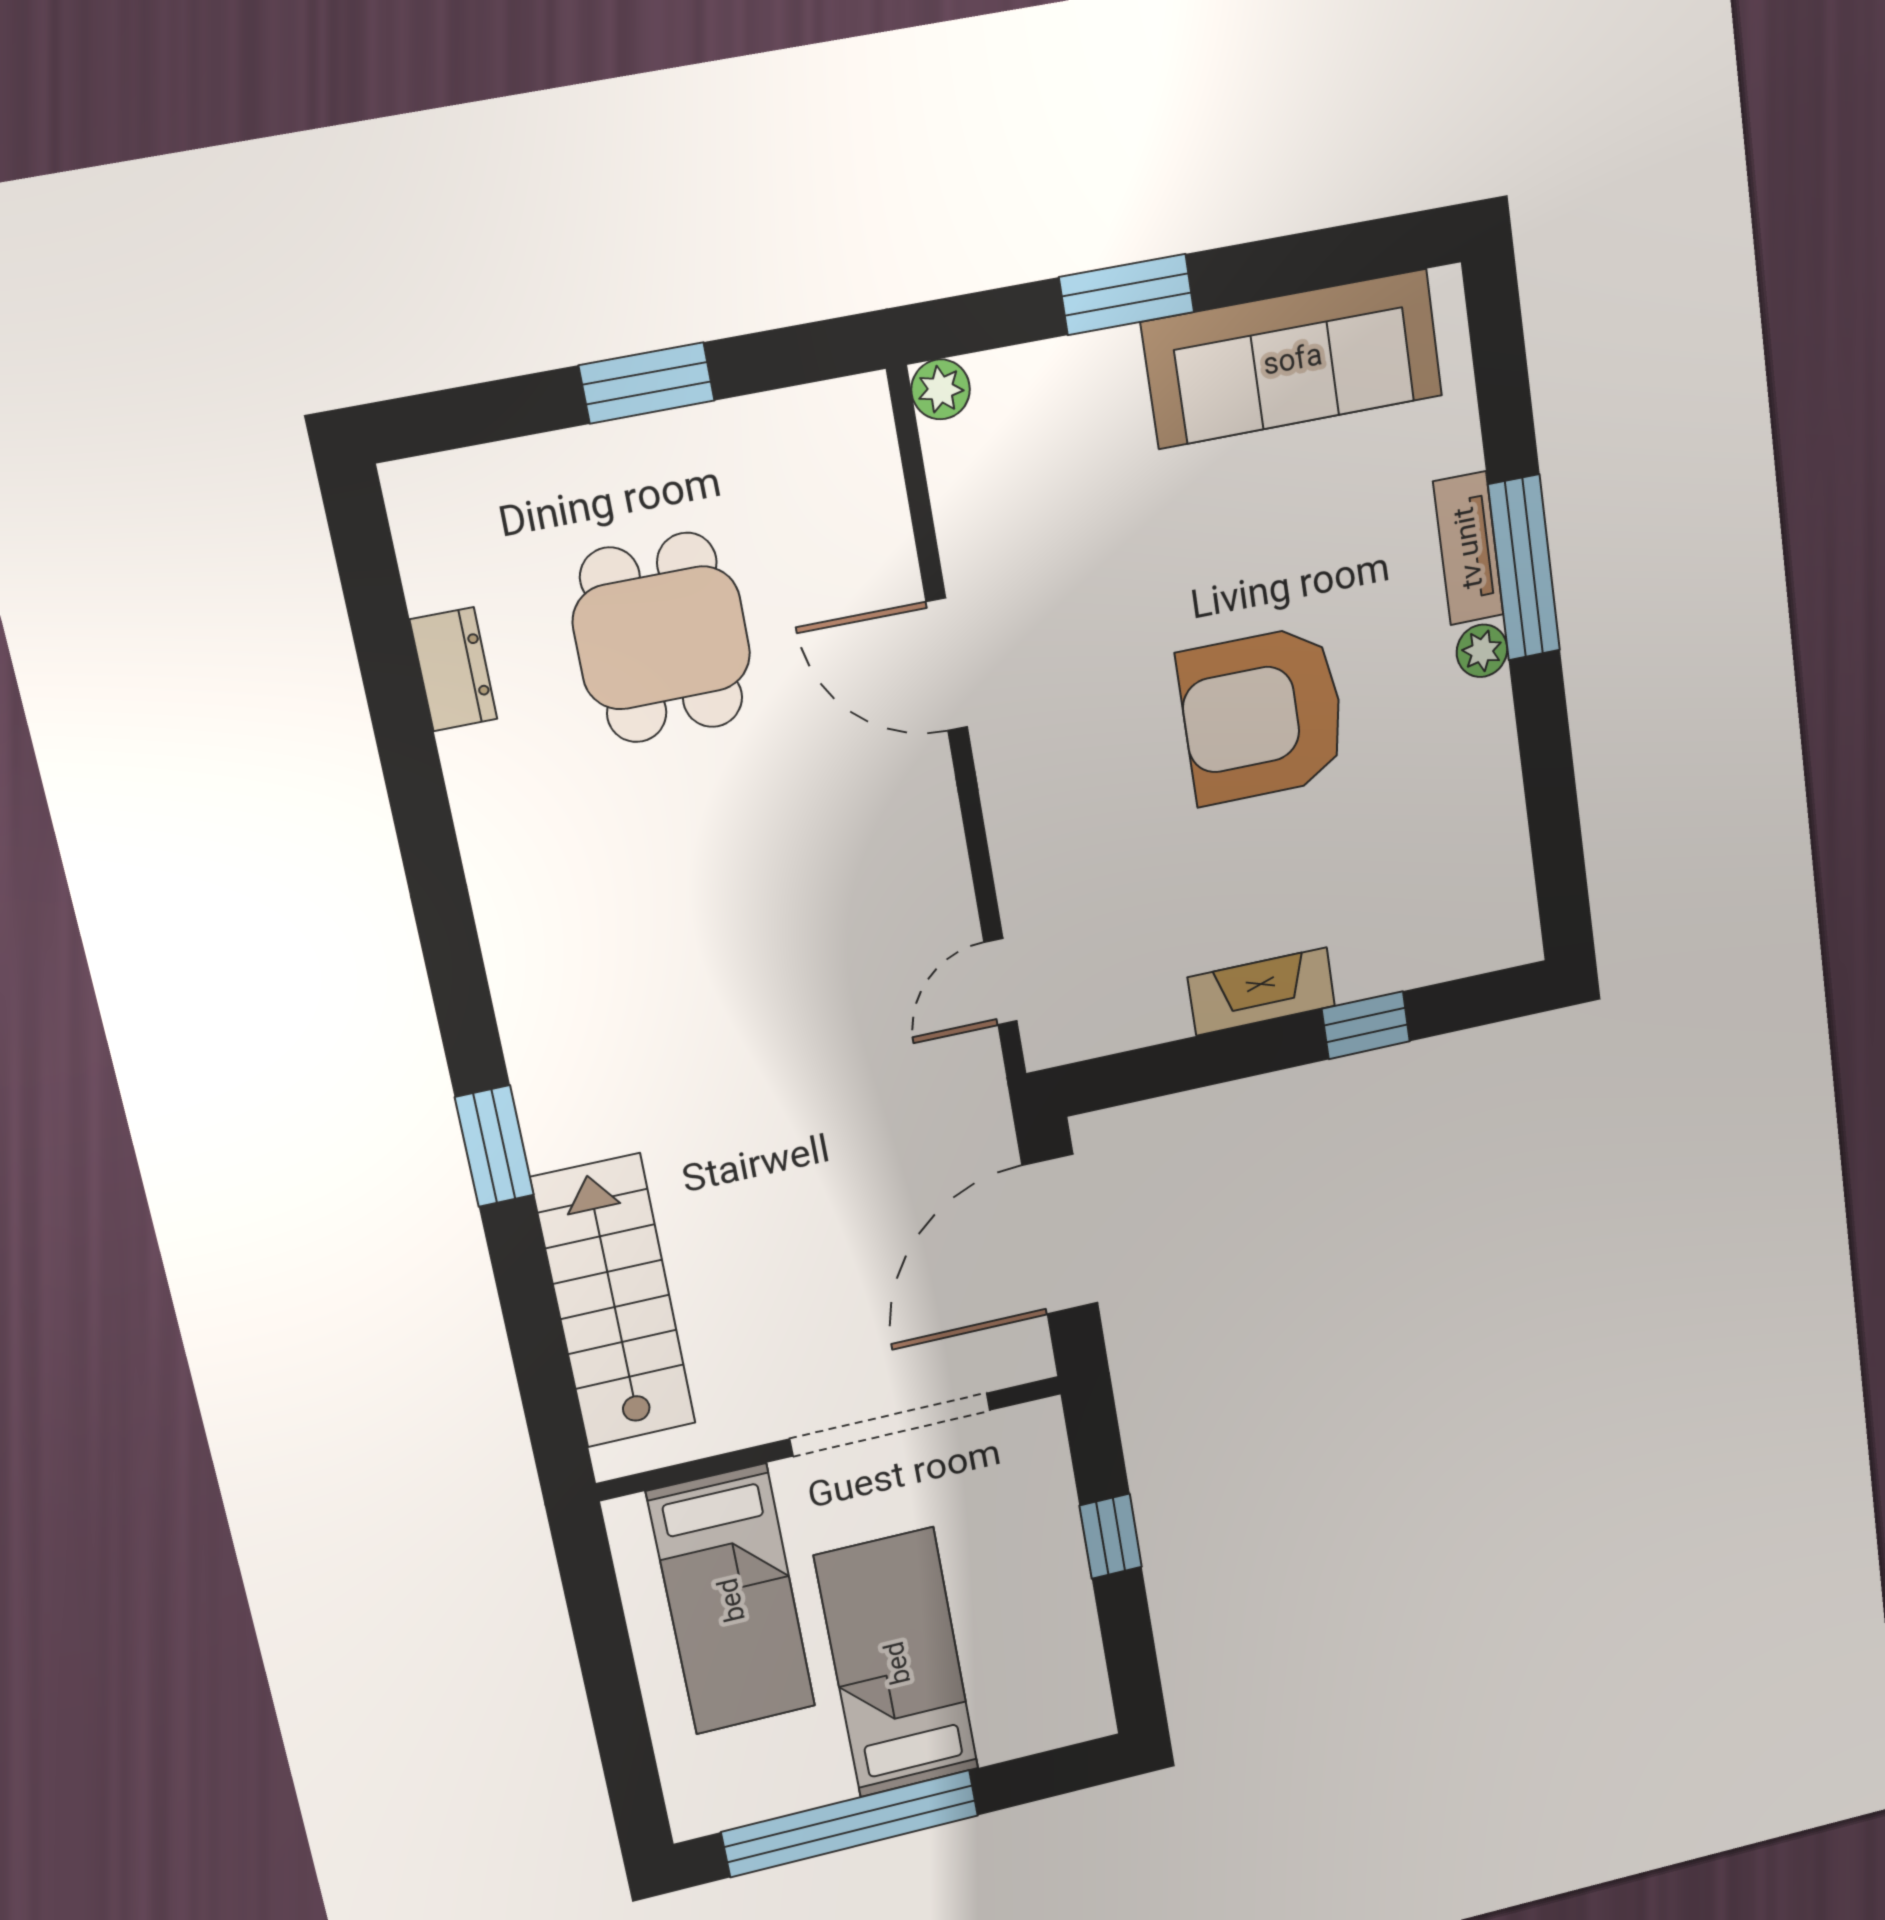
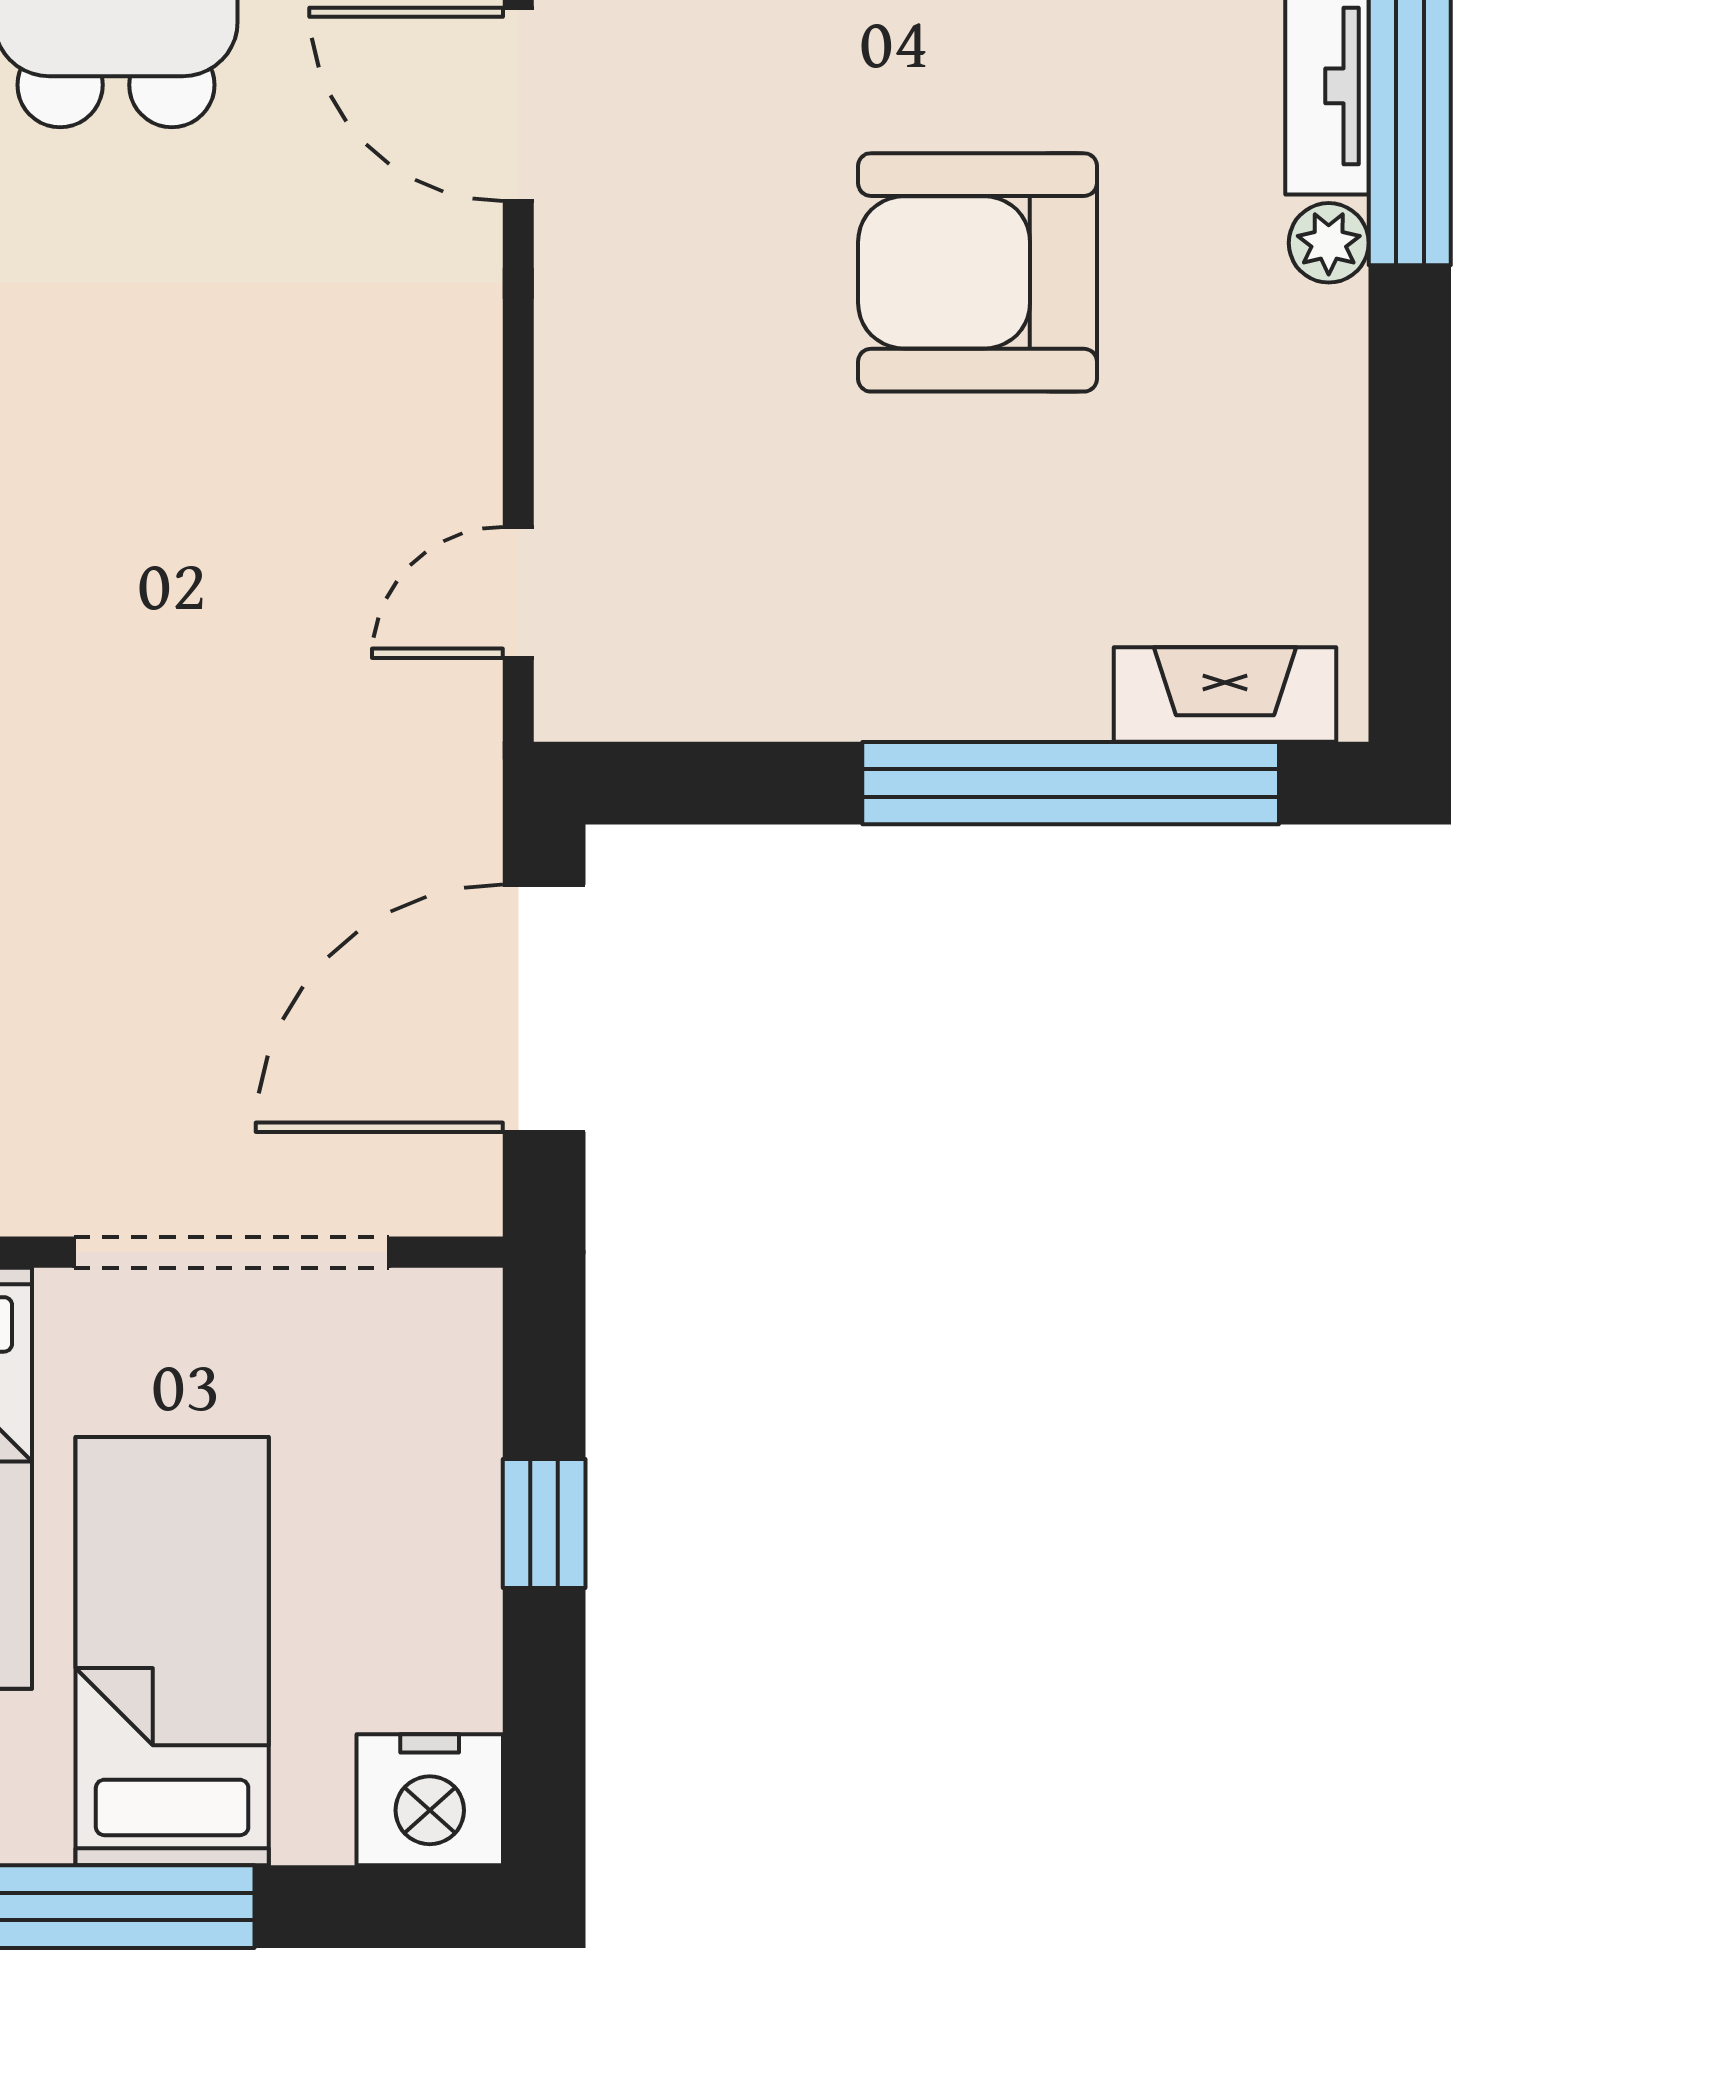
fireplace: (1262, 992) -> (1225, 694), moved
window: (1366, 1025) -> (1071, 783), width x3.17
nightstand: (1068, 1708) -> (430, 1800), added

